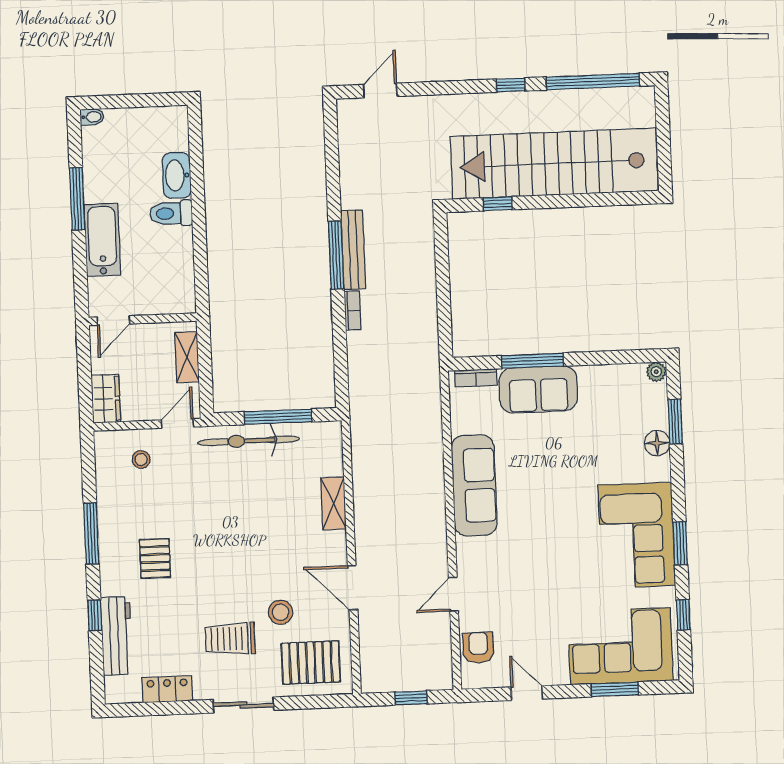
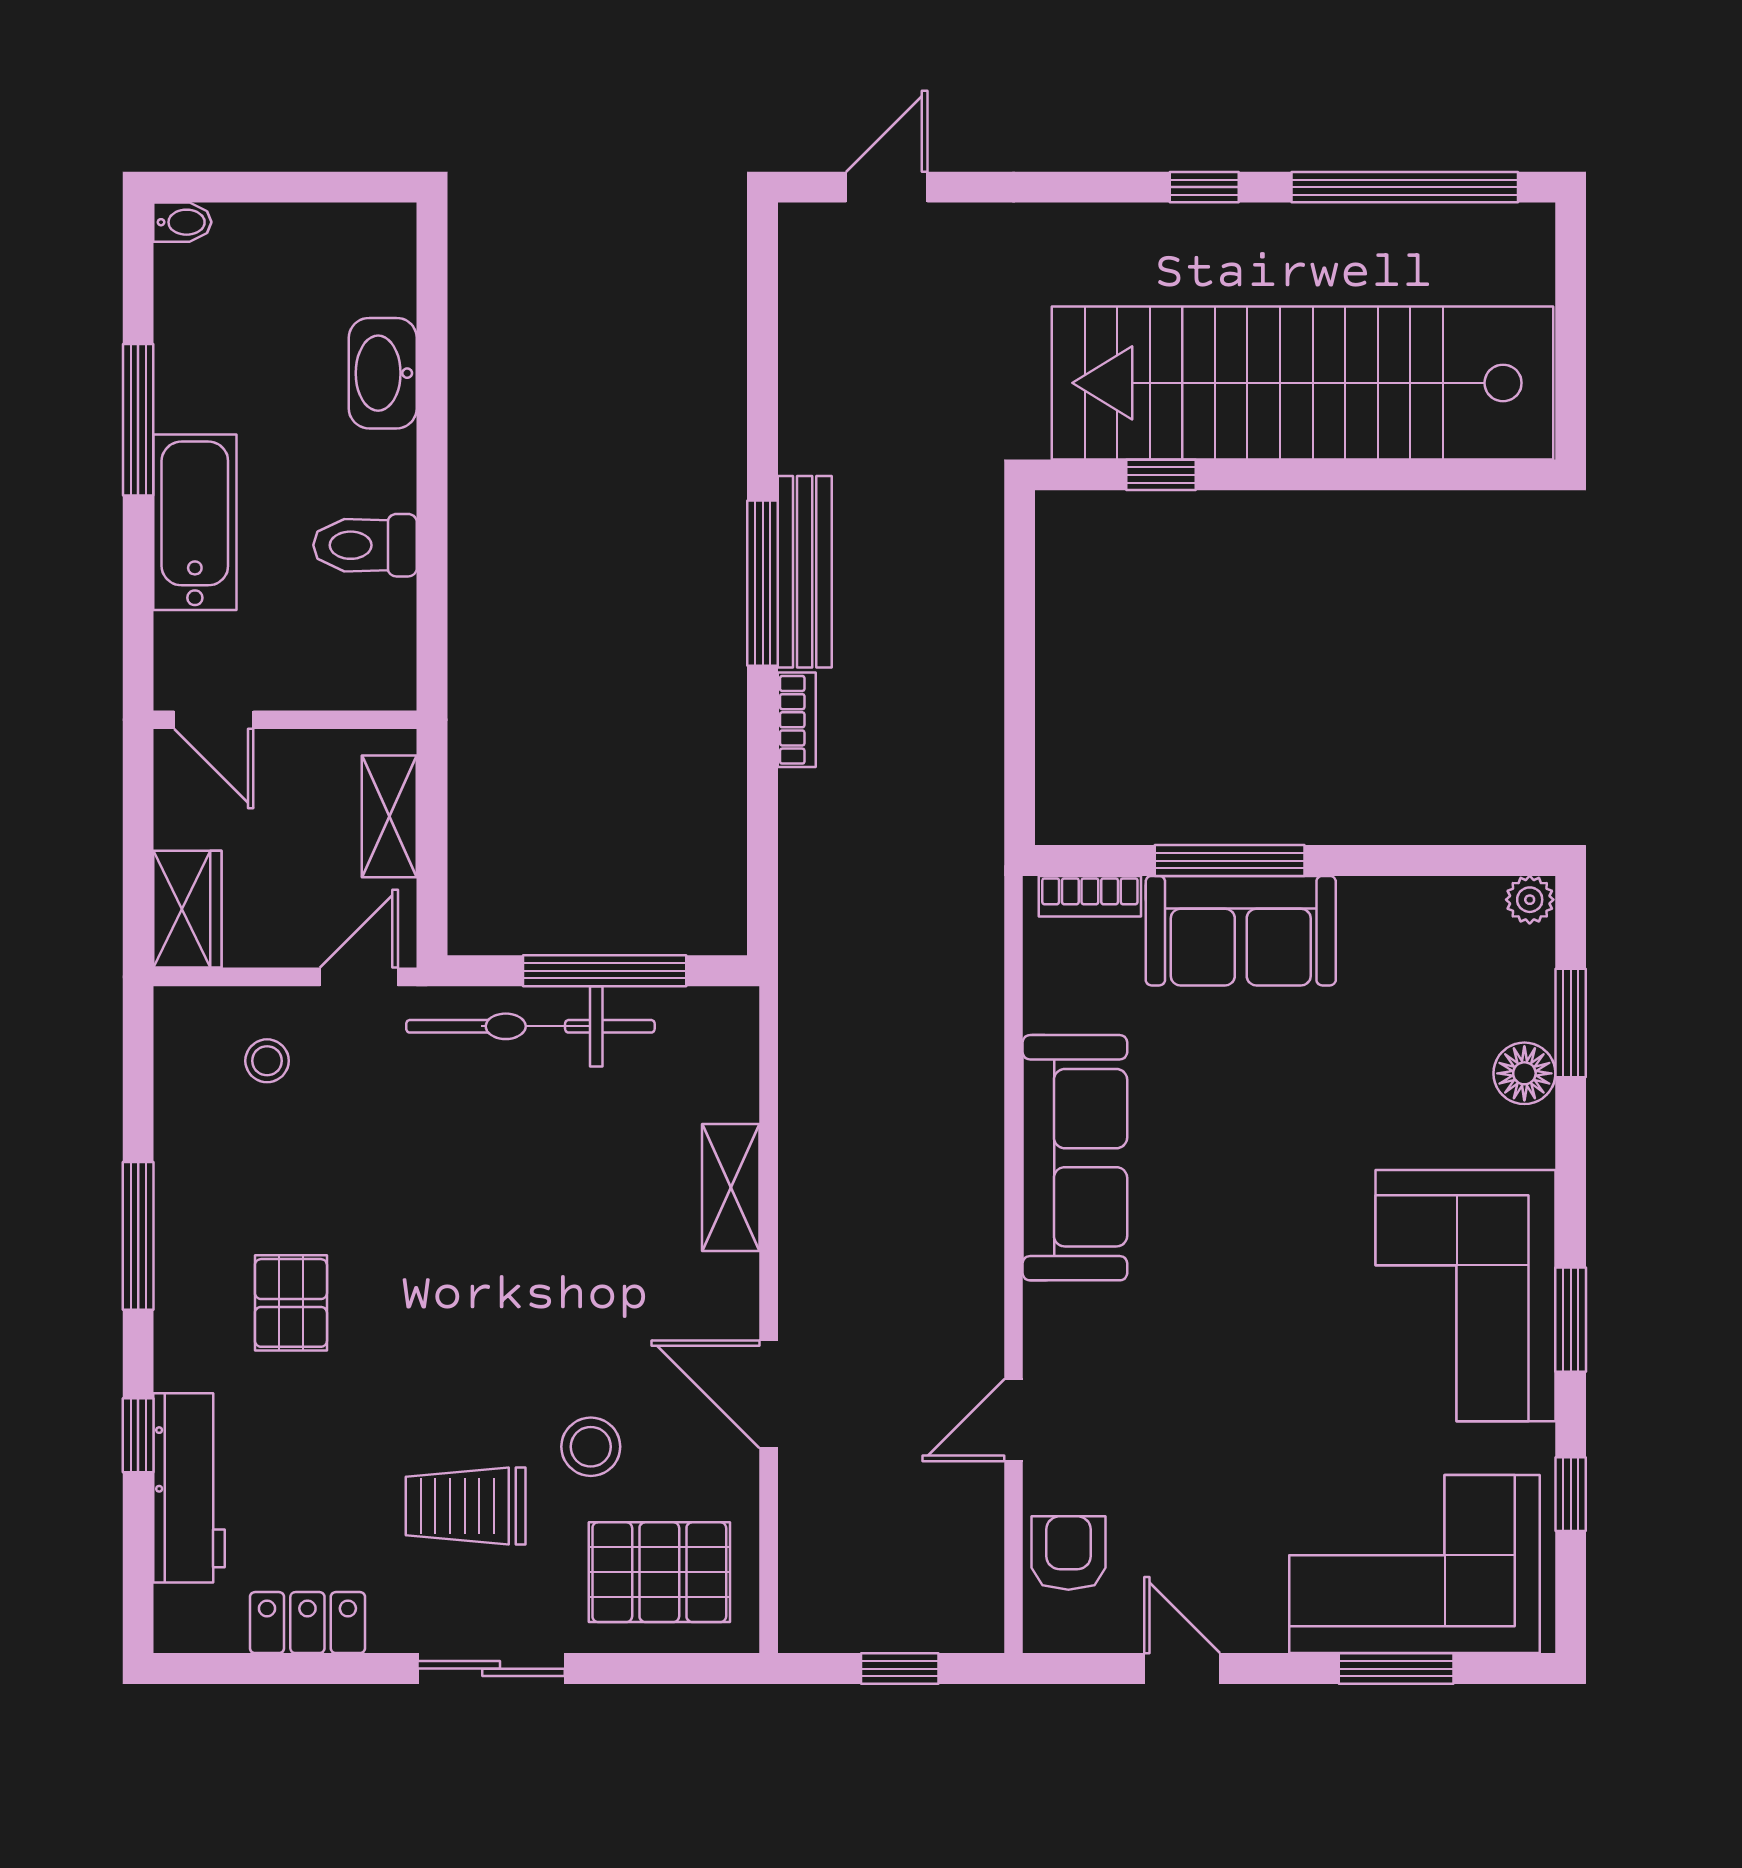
toilet: (171, 213) -> (365, 545), moved
door: (113, 321) -> (214, 720), hinge flipped

